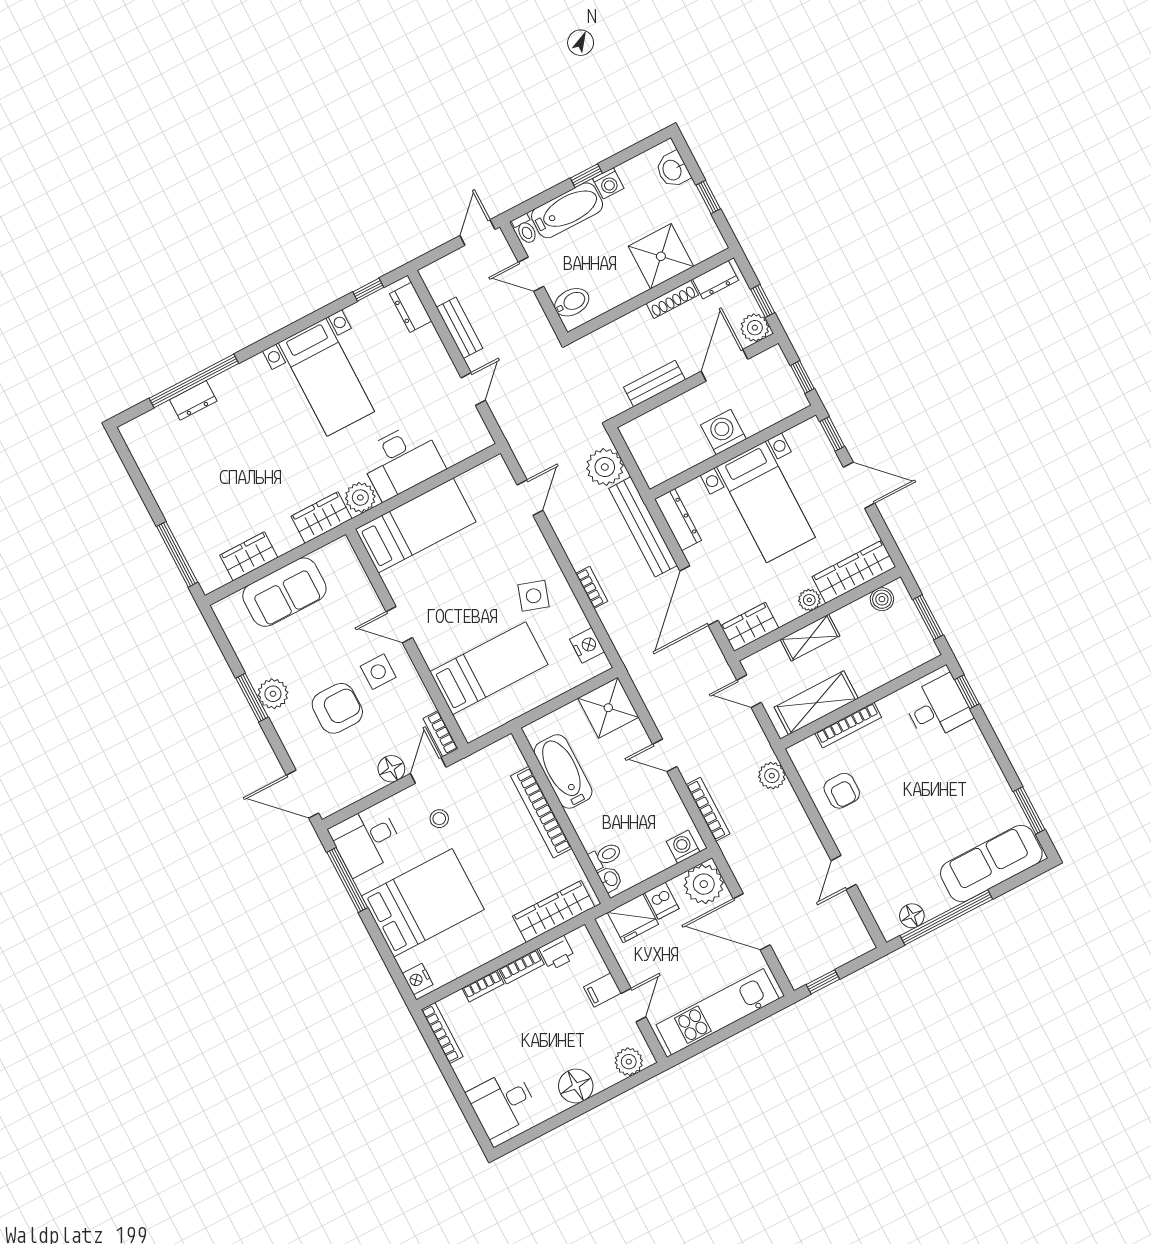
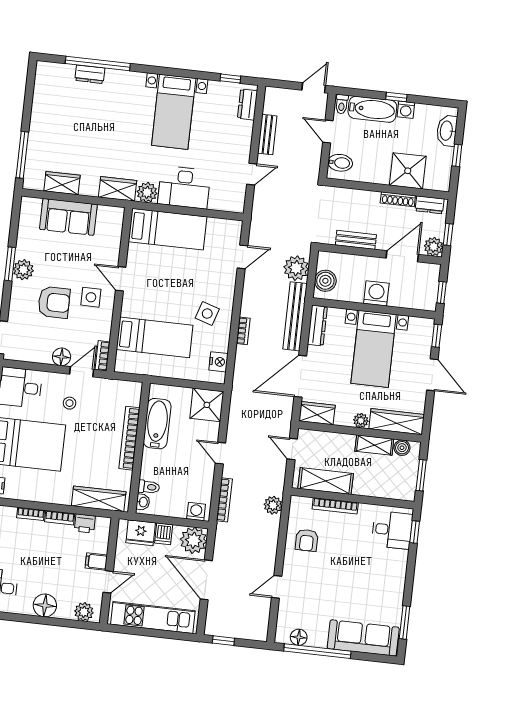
washbasin: (673, 170) -> (447, 131), width x1.38
boiler: (651, 458) -> (325, 281), added
shelving: (810, 638) -> (374, 445), moved

